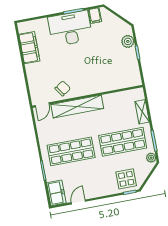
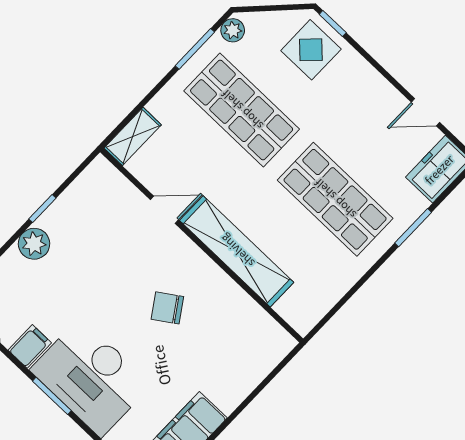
chair: (63, 88) -> (167, 308), moved
door: (42, 105) -> (164, 210), moved
shelving: (142, 112) -> (133, 136), moved

